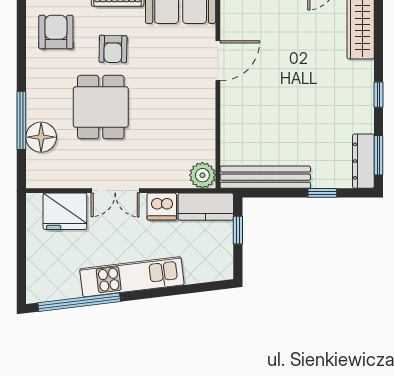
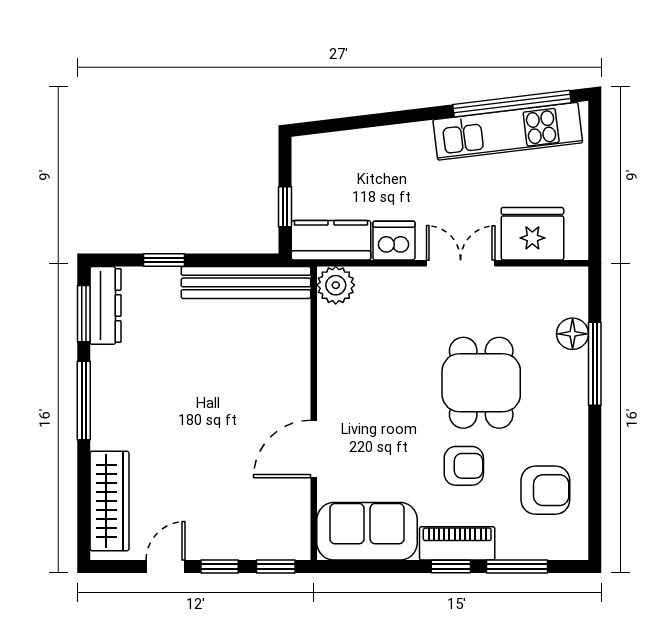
armchair: (56, 32) -> (545, 490), turned -90
armchair: (113, 49) -> (464, 466), turned 89
window: (379, 95) -> (84, 401), width x2.17
floor lamp: (41, 137) -> (573, 334), width x0.73, depth x0.73
kitchen unit: (132, 277) -> (508, 131), moved

